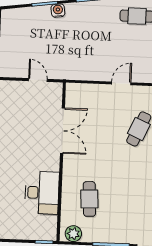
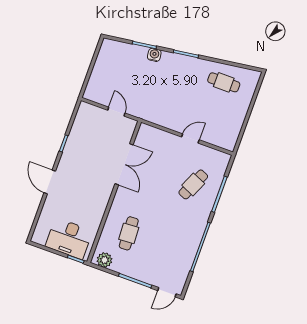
desk: (42, 193) -> (69, 239), moved, turned 90

